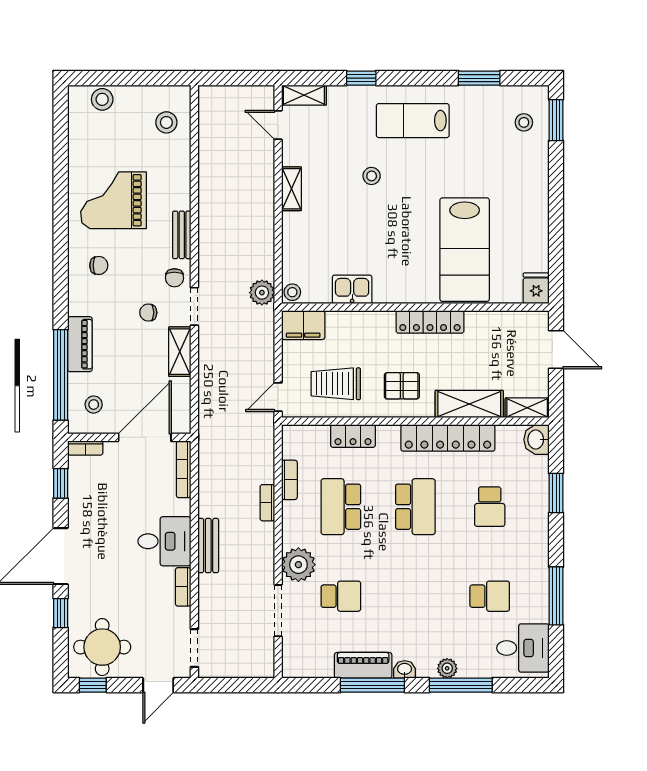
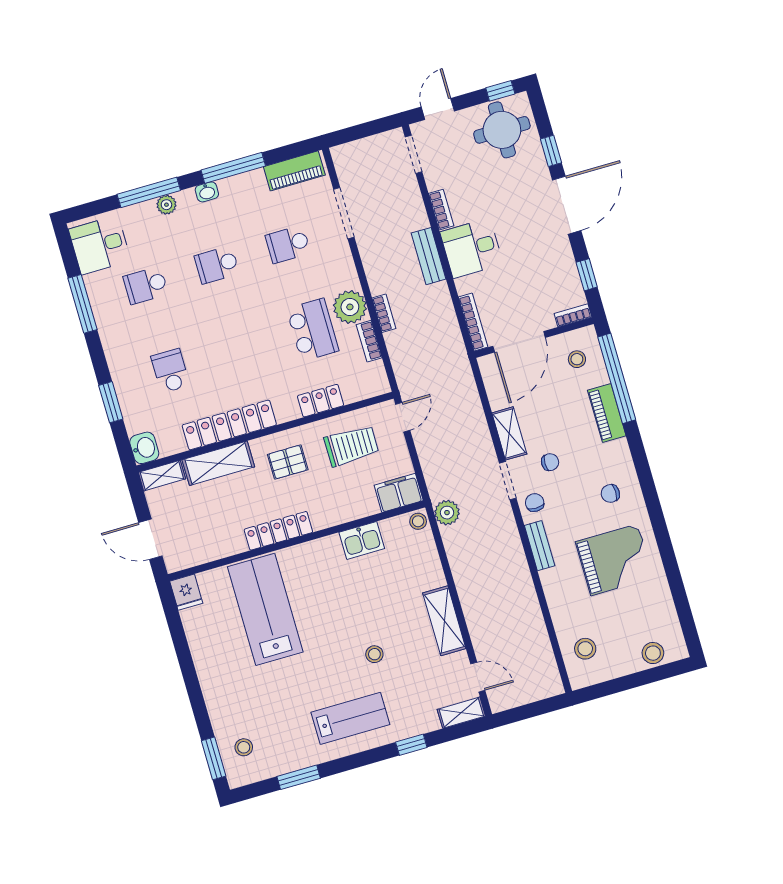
shelving: (291, 189) -> (444, 621), width x1.50, depth x1.33
school desk: (415, 507) -> (217, 265), moved, width x0.54
plant: (298, 565) -> (350, 307), moved
piano: (363, 665) -> (294, 171), moved

